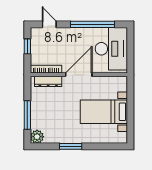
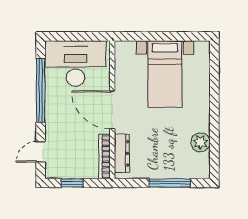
plant: (37, 137) -> (200, 142), moved
window: (71, 146) -> (214, 122), removed

